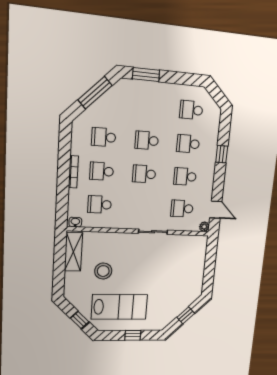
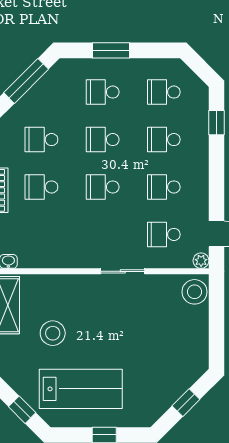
window: (146, 75) -> (111, 50), moved
window: (222, 154) -> (216, 123), moved
school desk: (100, 205) -> (103, 92), moved
stool: (198, 247) -> (195, 292), added

